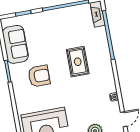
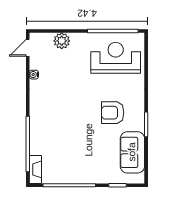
rug: (78, 62) -> (67, 121), removed

